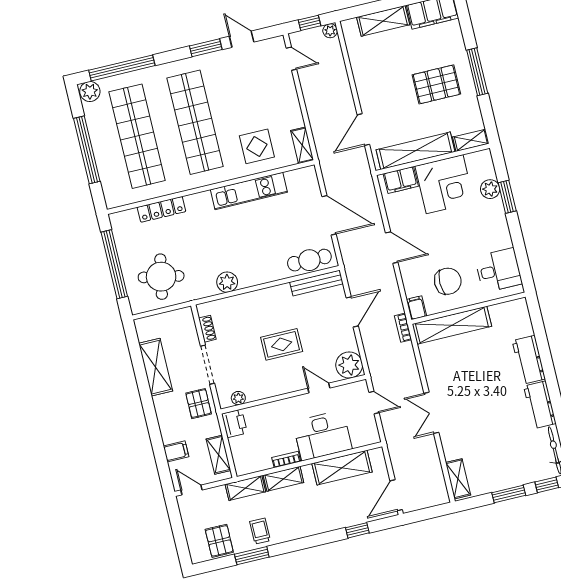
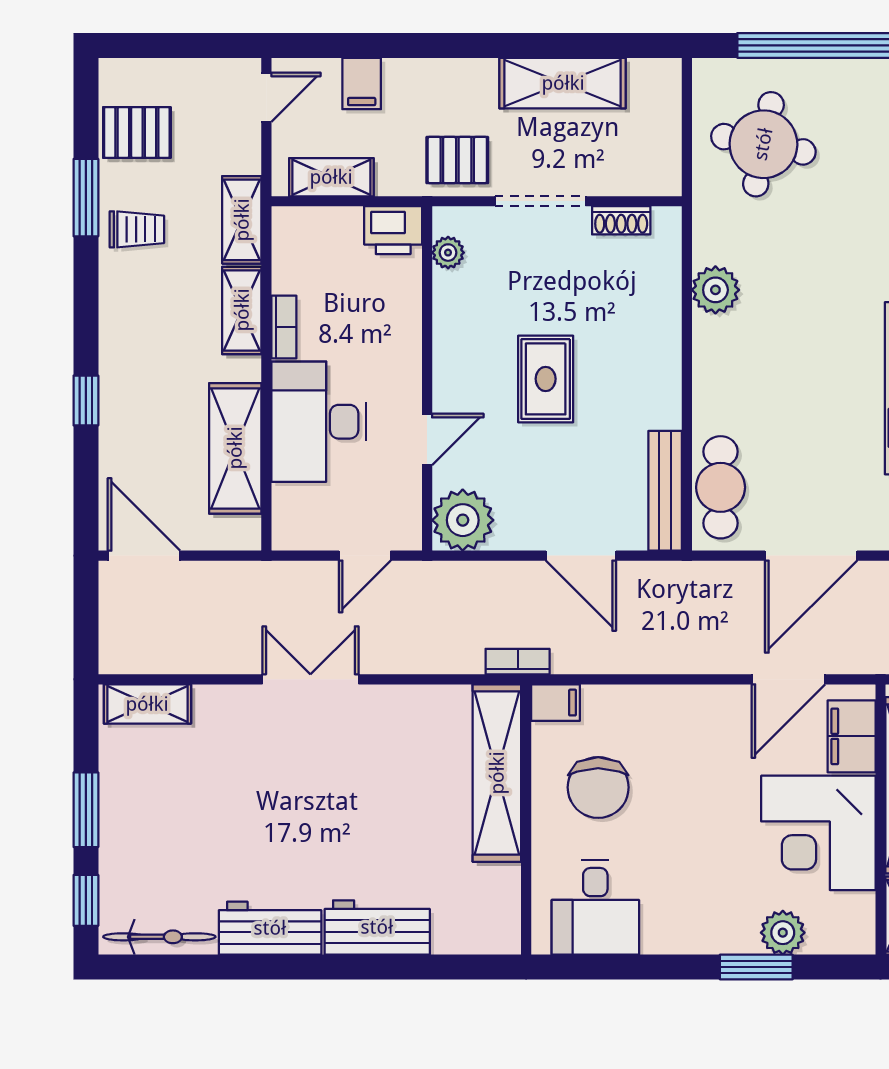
door: (392, 247) -> (788, 679), moved
window: (357, 530) -> (86, 400), moved

